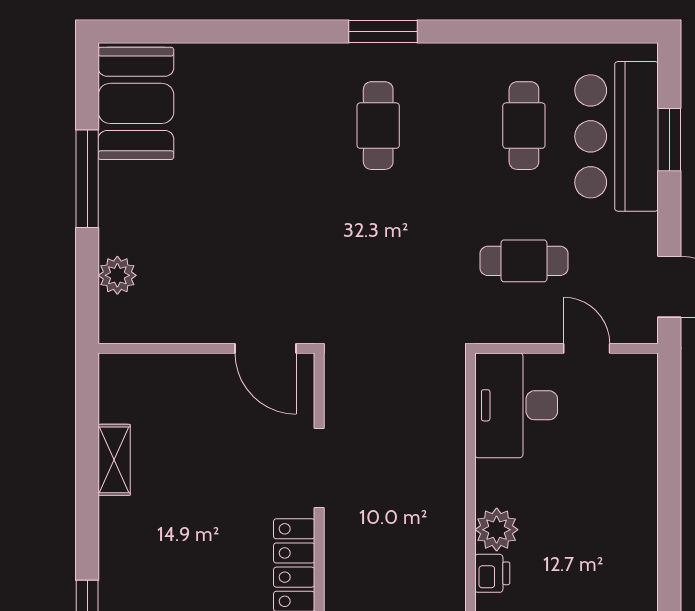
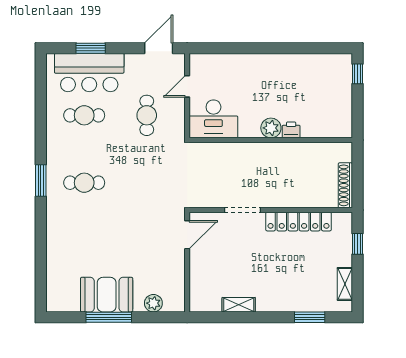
booth: (136, 103) -> (107, 295), moved

